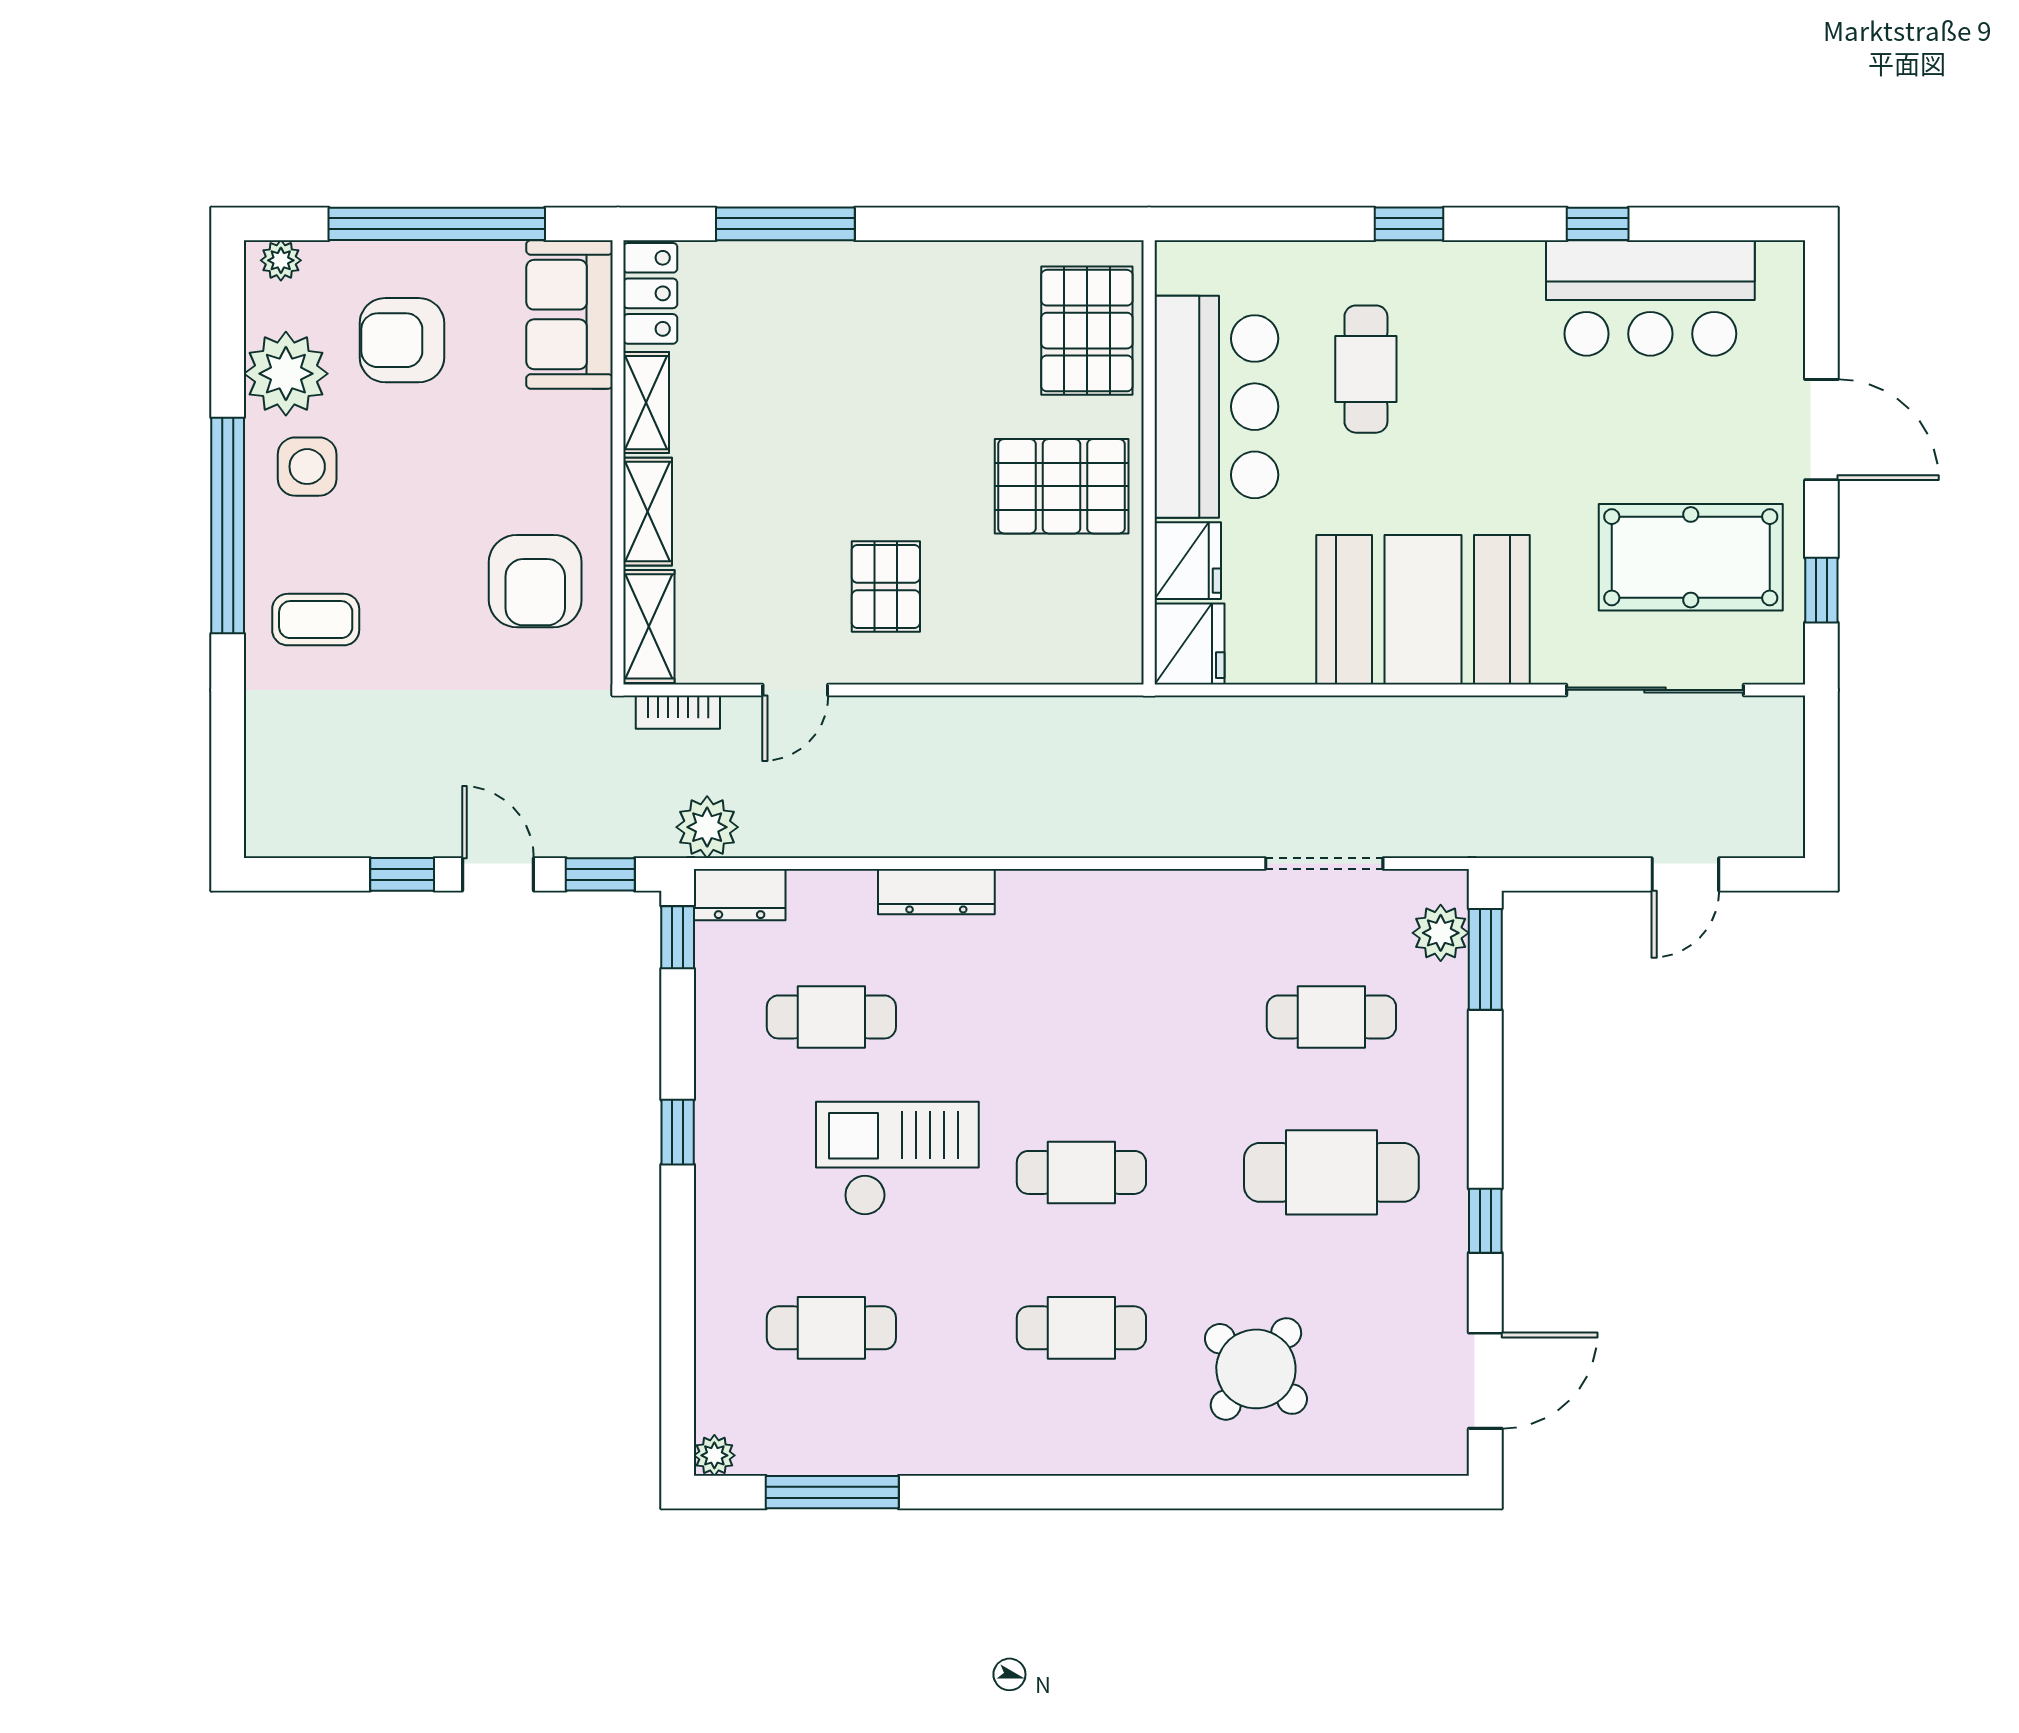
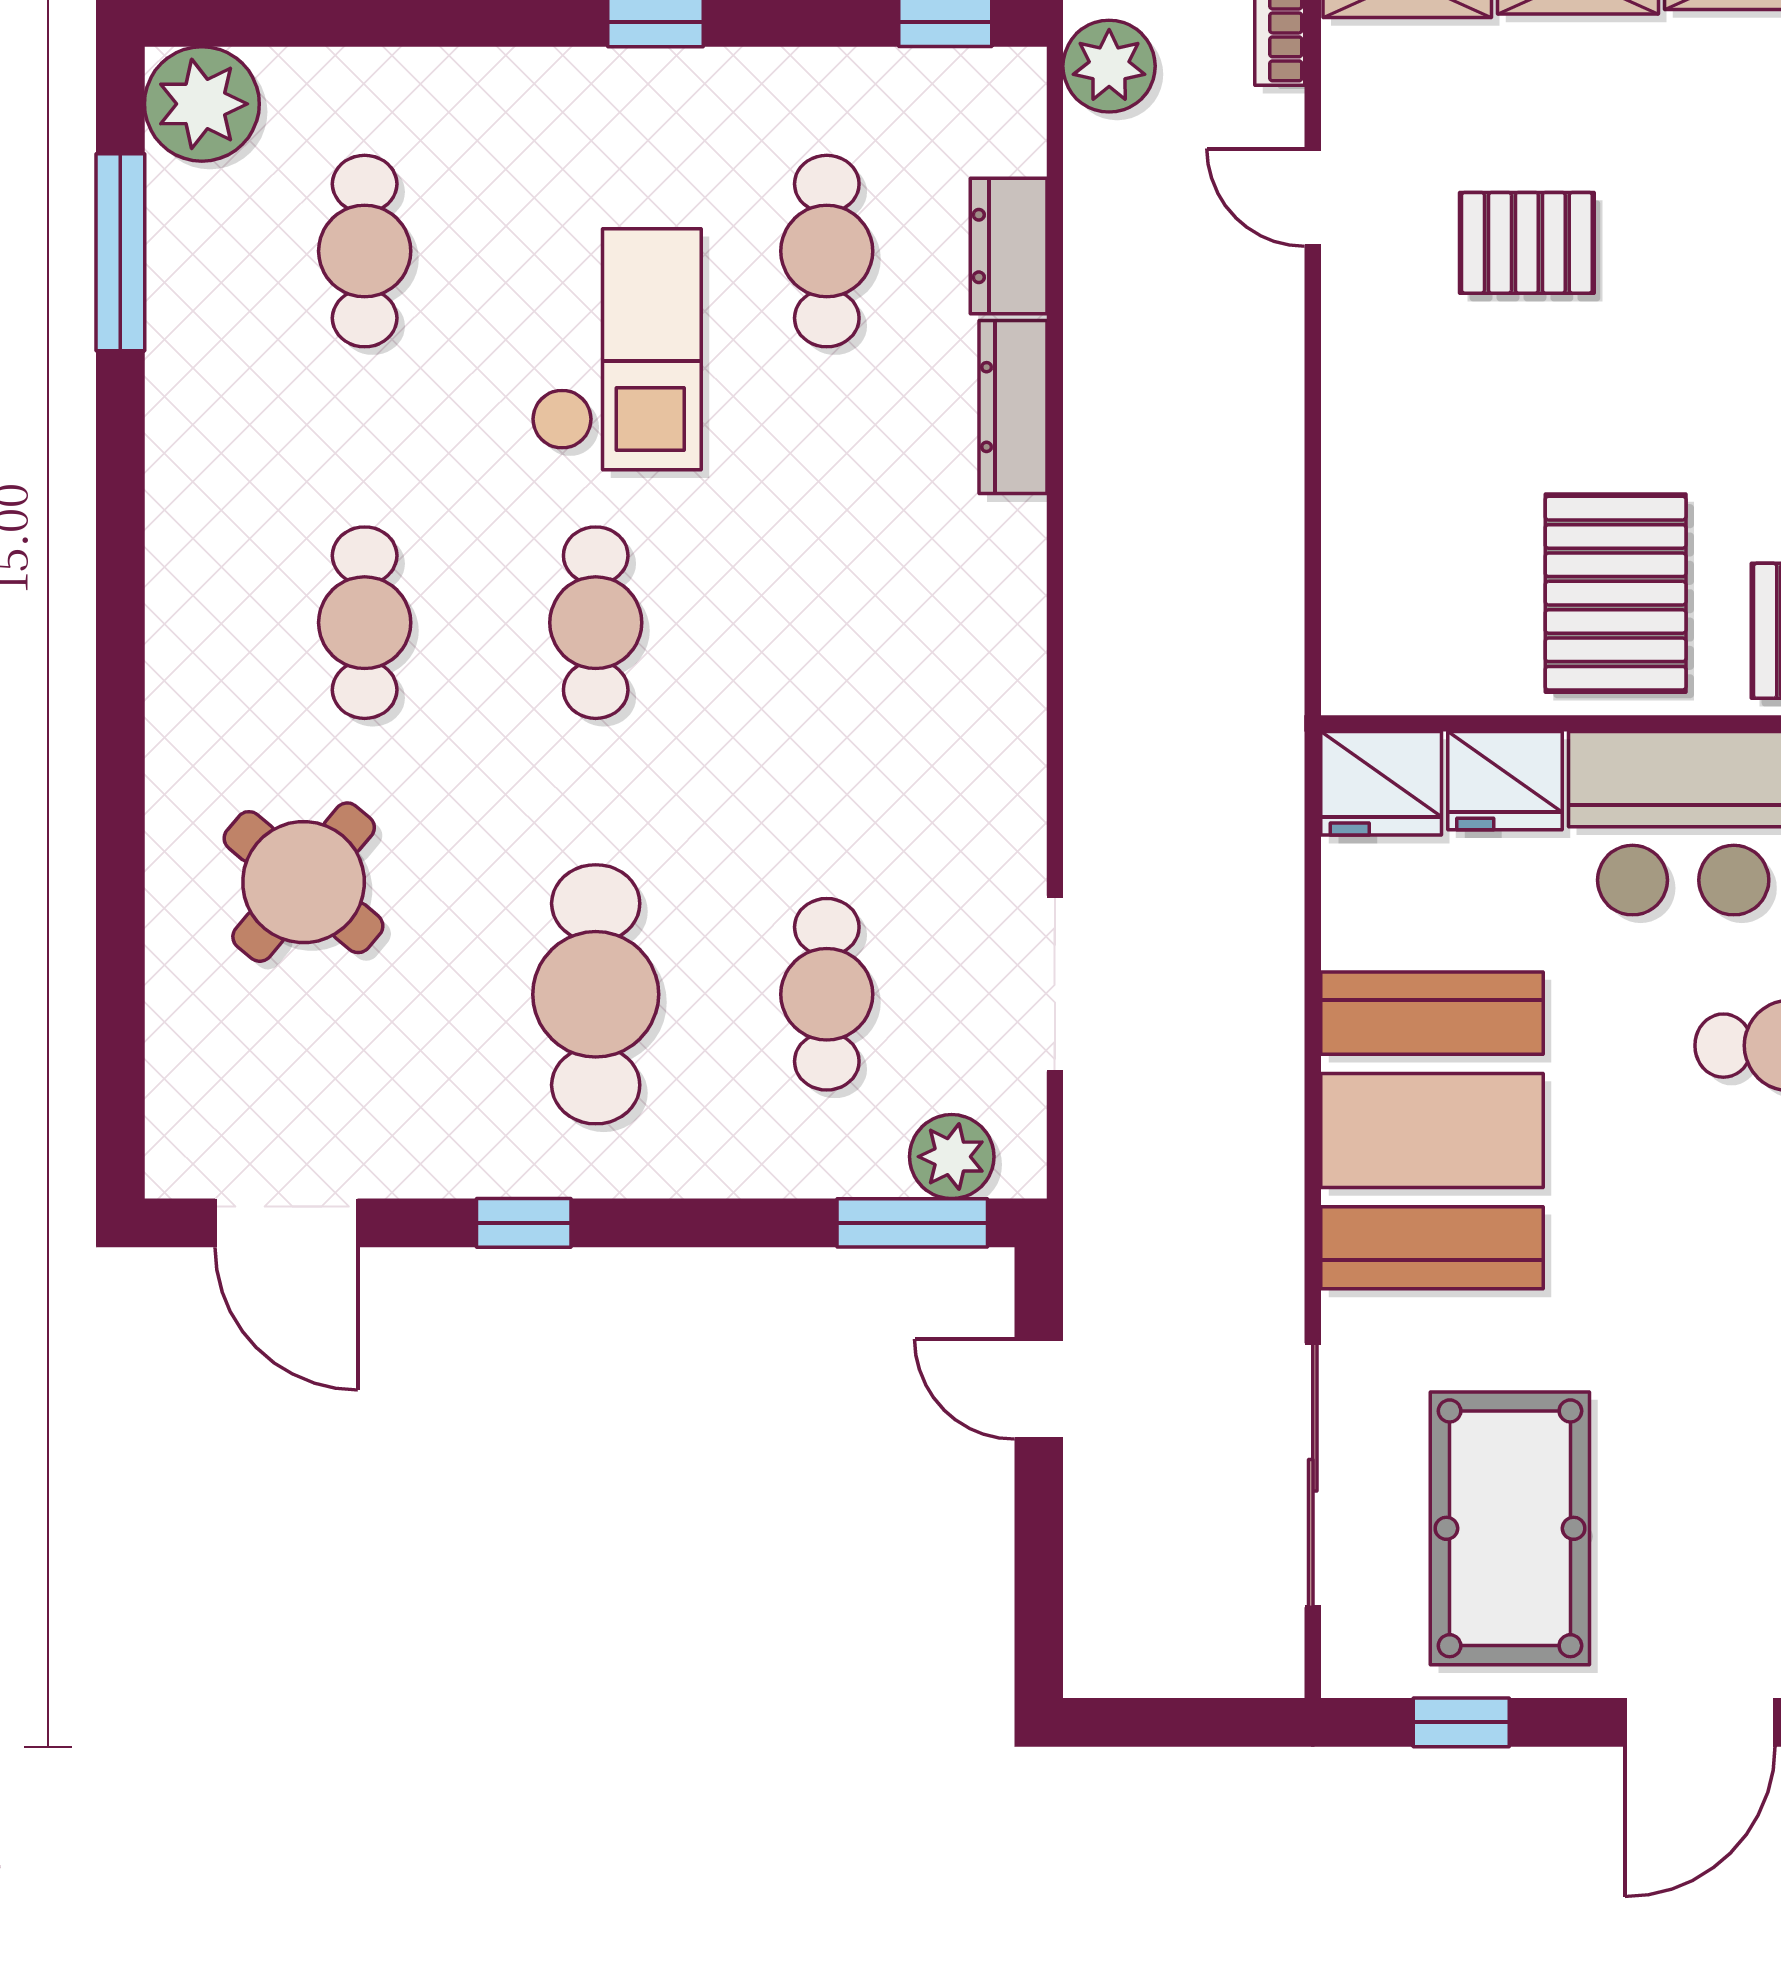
pallet: (886, 586) -> (1527, 243), moved
door: (1685, 874) -> (1039, 1389), moved
dresser: (740, 895) -> (1009, 246), moved
plant: (714, 1455) -> (202, 104), width x1.87, depth x1.87

